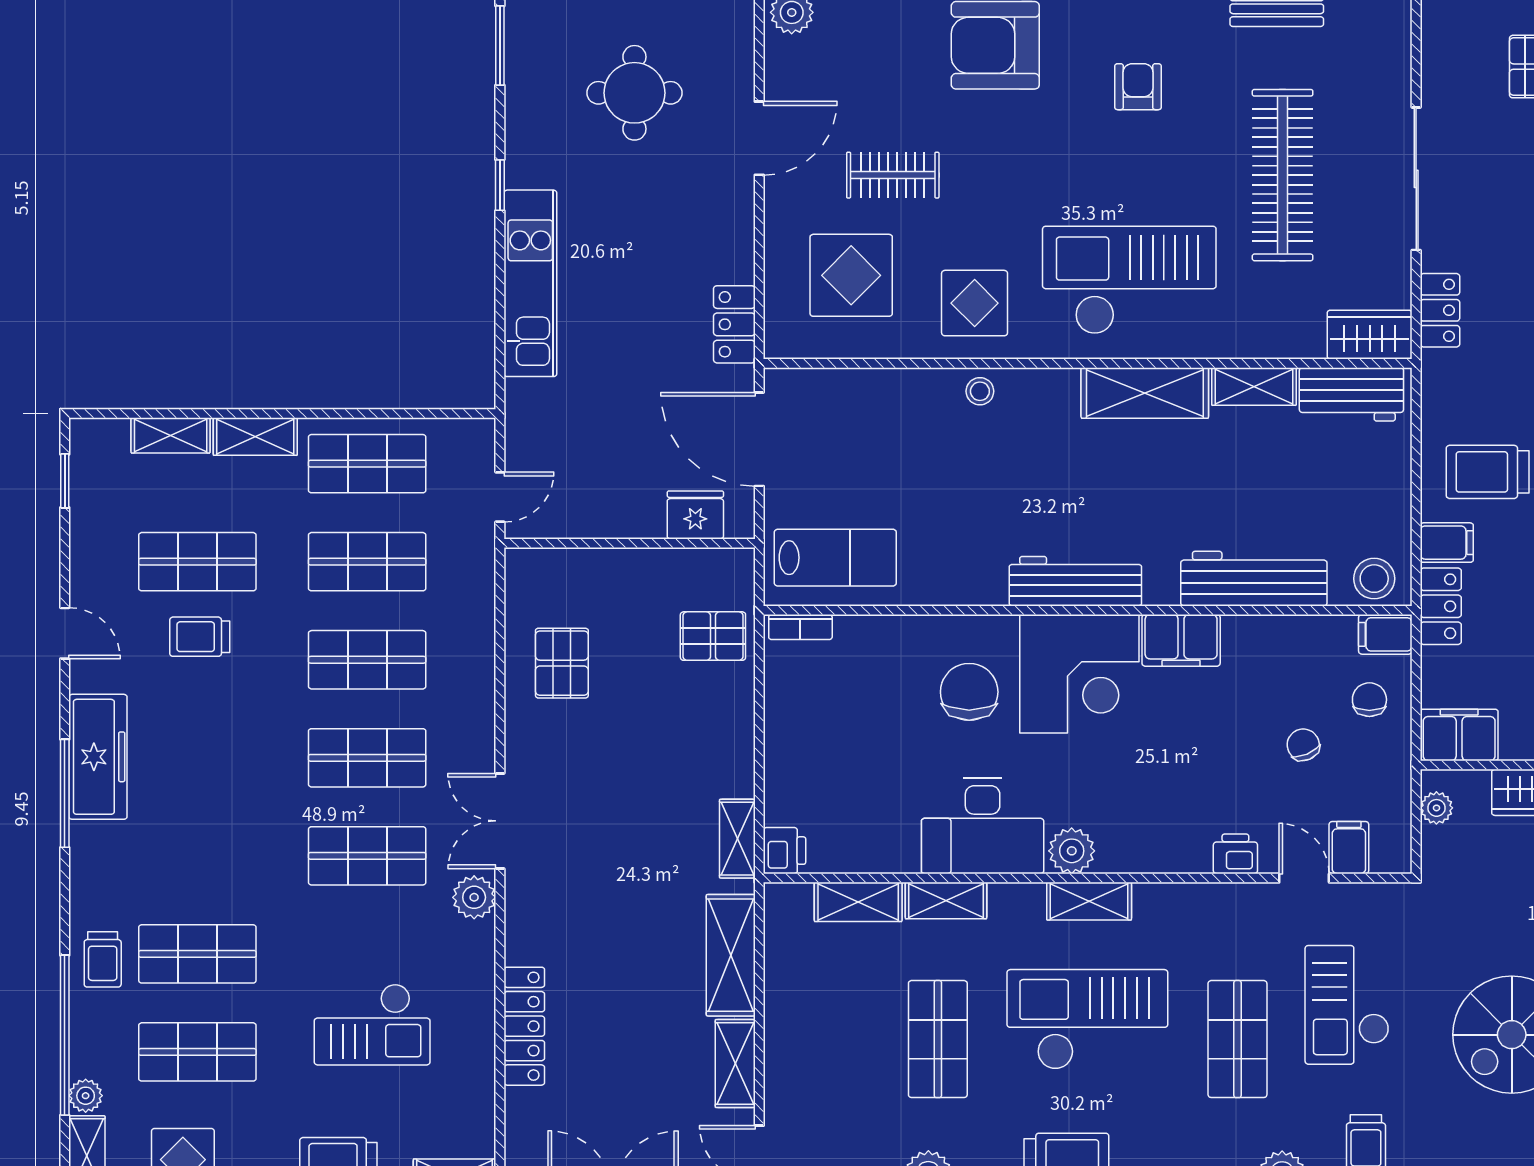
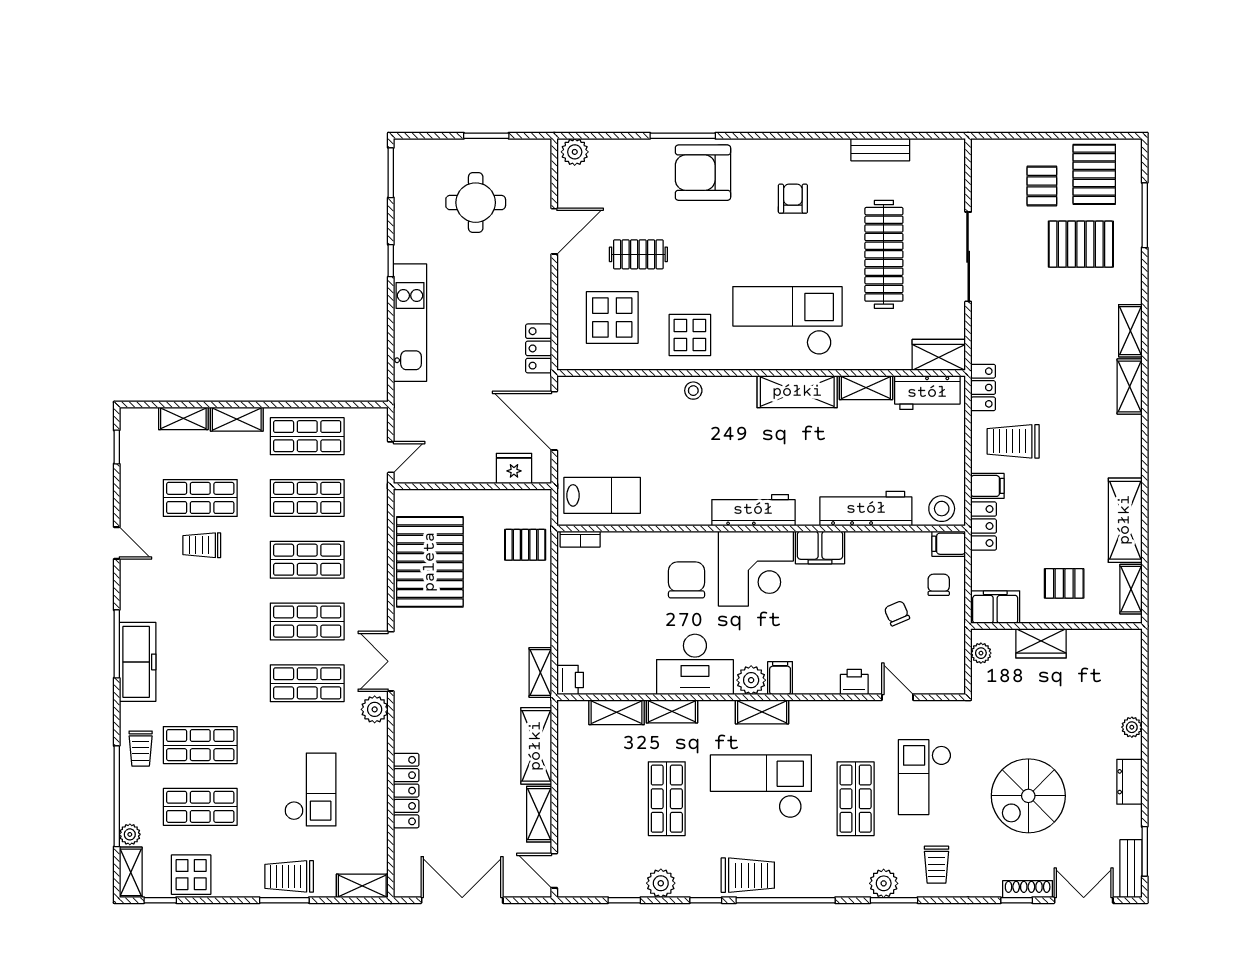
locker: (1440, 310) -> (983, 388), moved
pallet: (562, 663) -> (430, 562), width x2.05, depth x2.00
freezer: (98, 757) -> (138, 662), moved
filing cabinet: (1349, 848) -> (780, 678), moved
checkout: (372, 1024) -> (310, 789), turned -90

